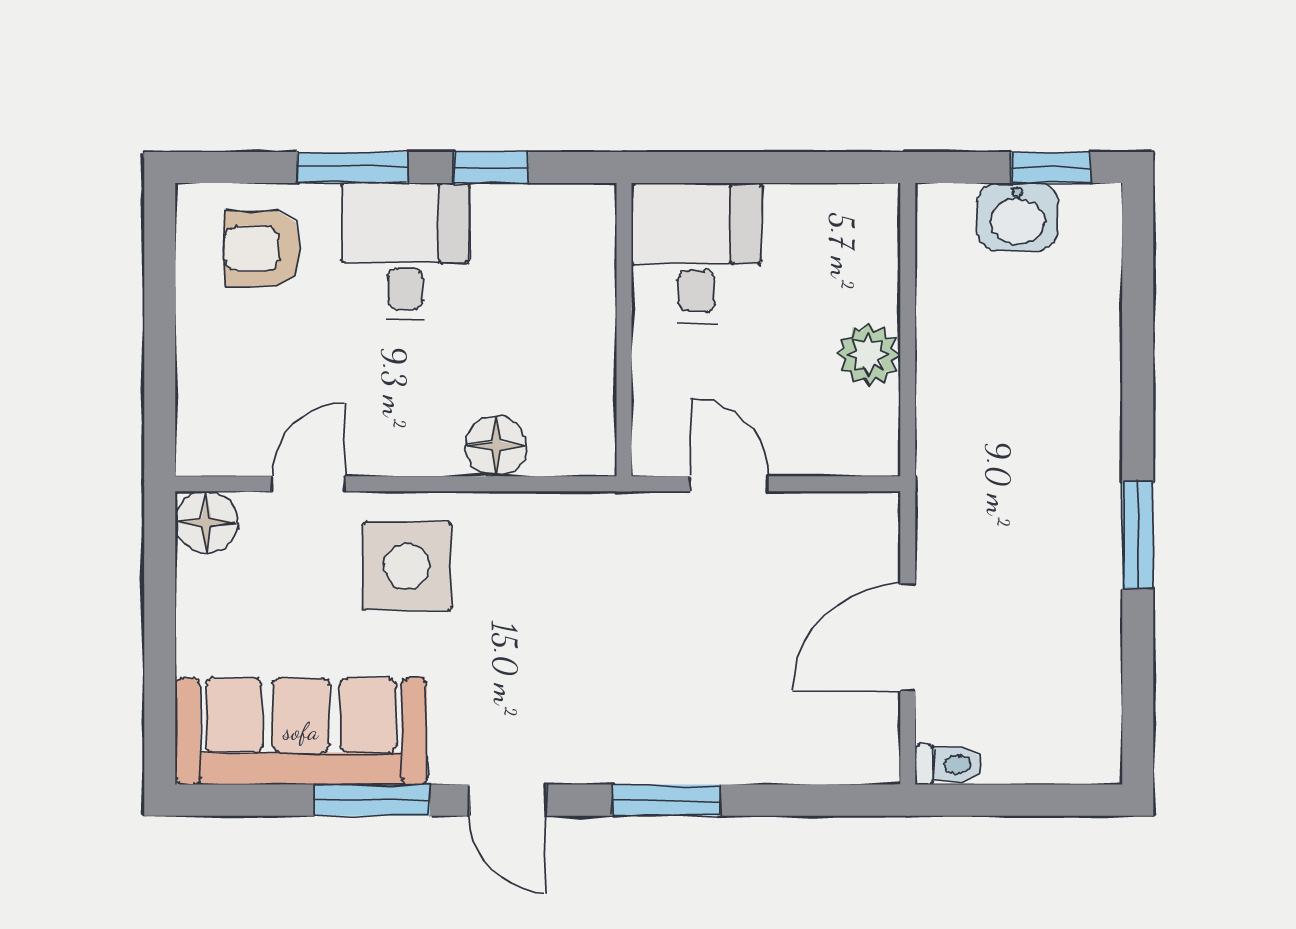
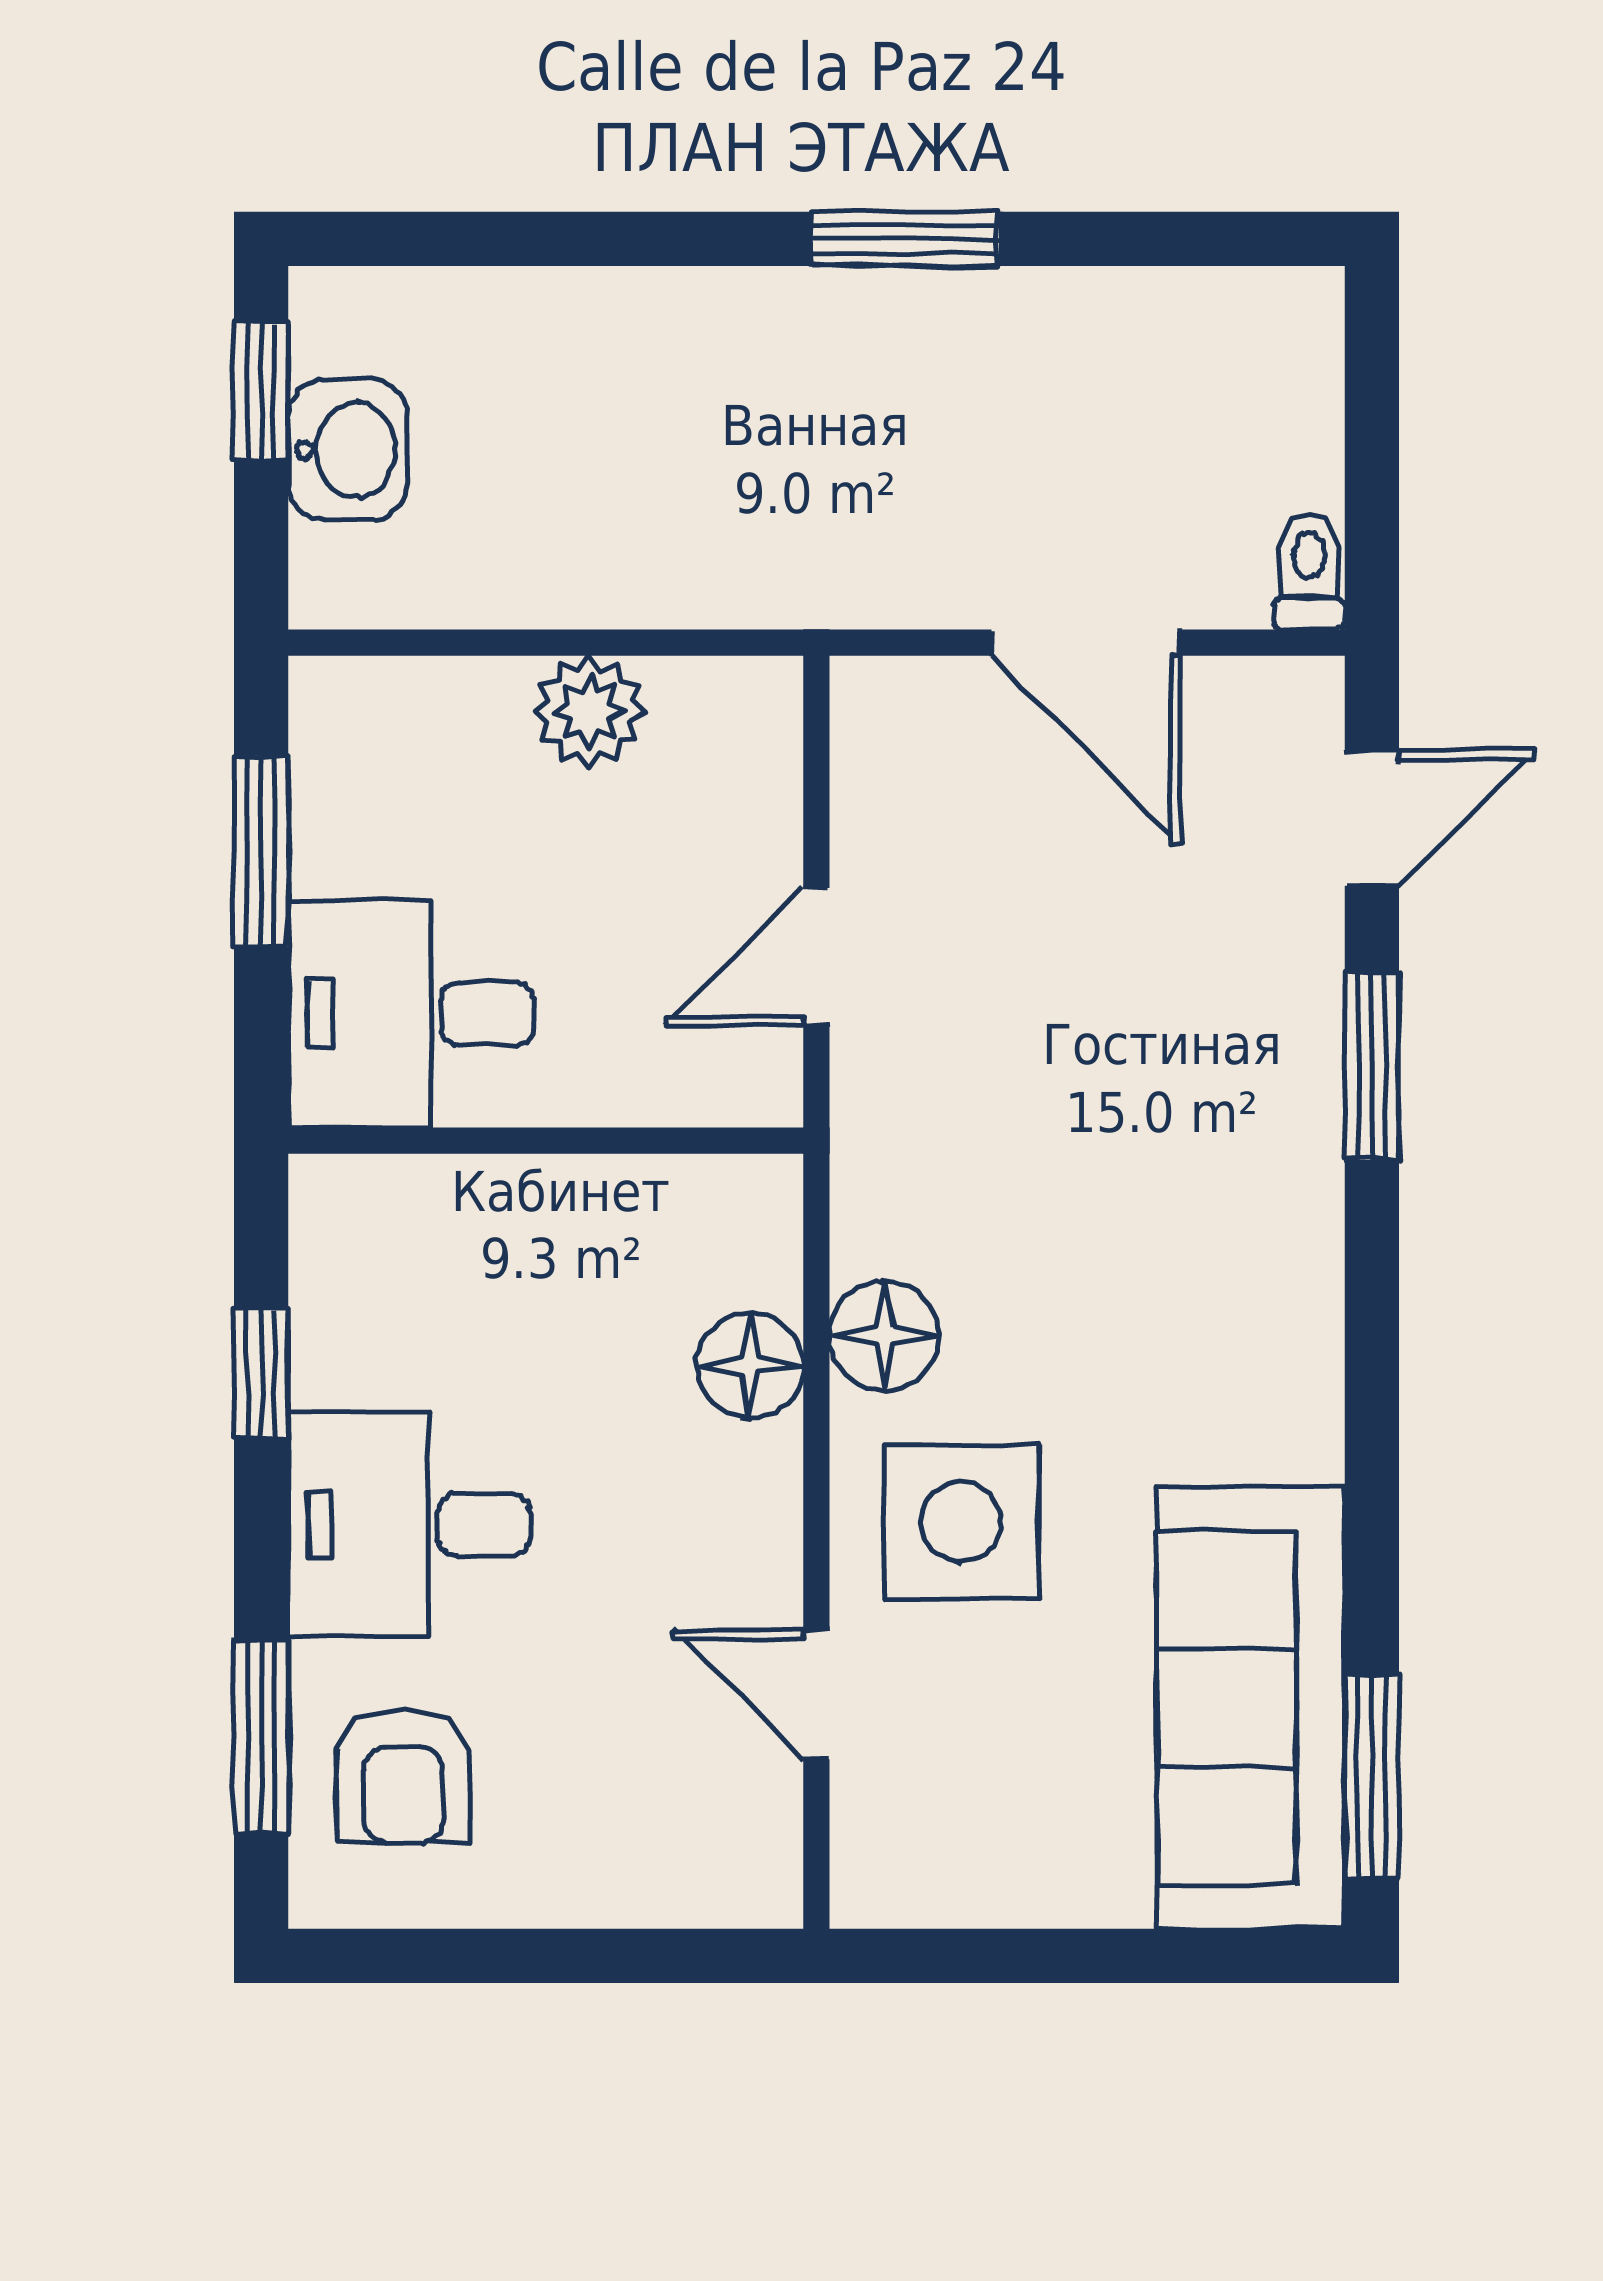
window: (352, 167) -> (261, 1737), moved
window: (789, 167) -> (261, 851), added
floor lamp: (206, 523) -> (884, 1336), moved
window: (372, 800) -> (1372, 1777), moved
door: (508, 800) -> (1372, 818), moved

